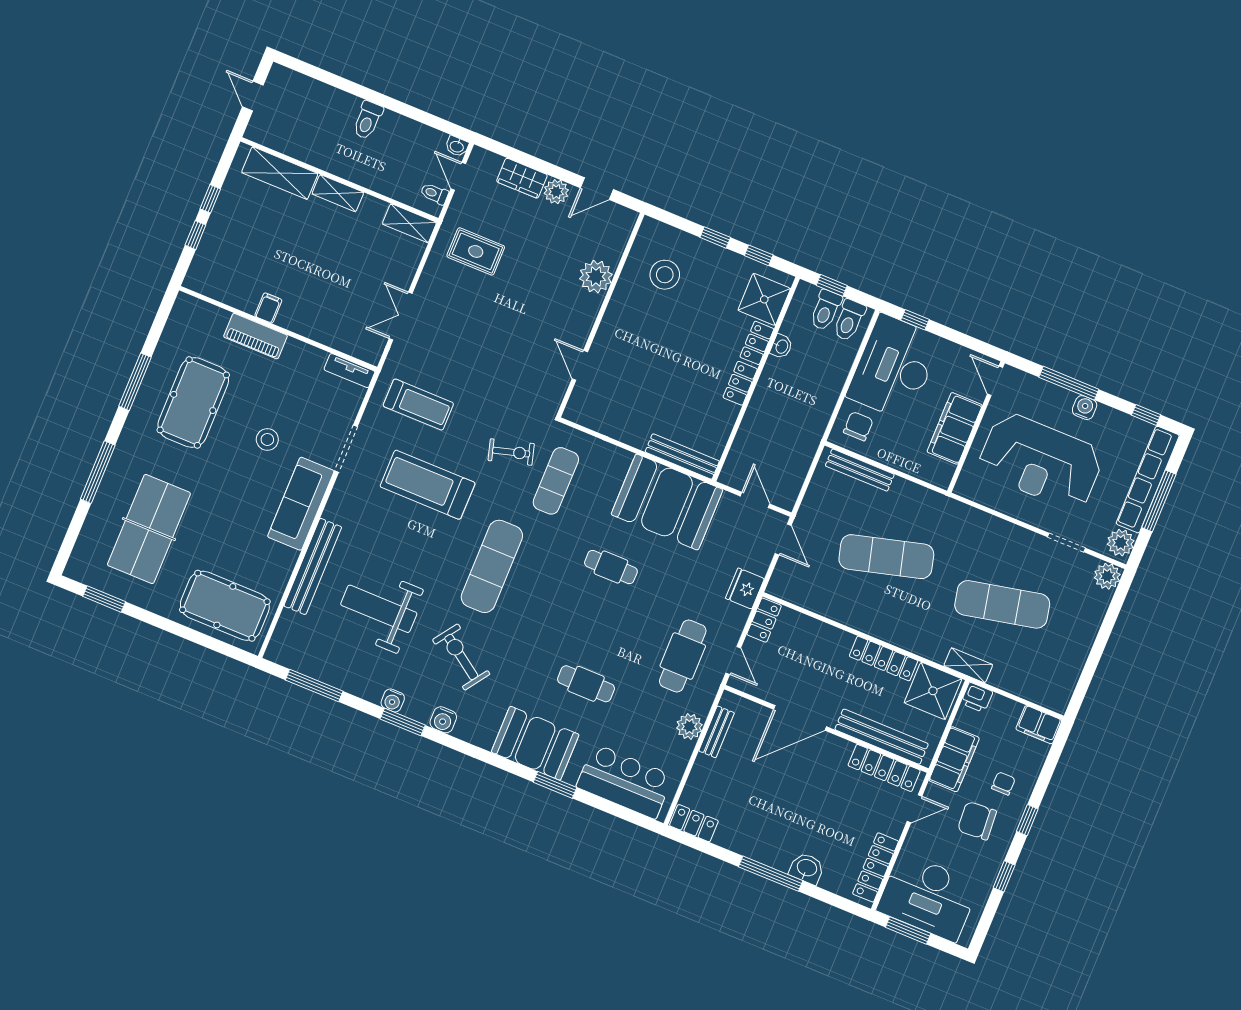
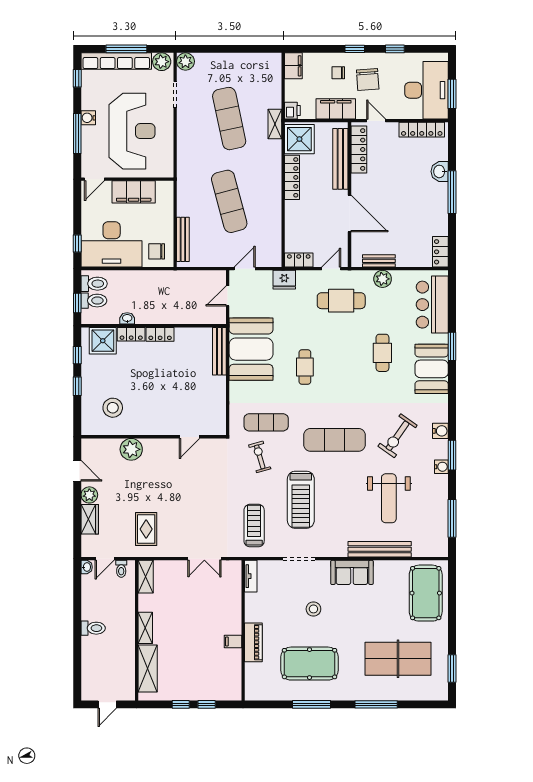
sofa: (301, 504) -> (352, 572), width x0.73

